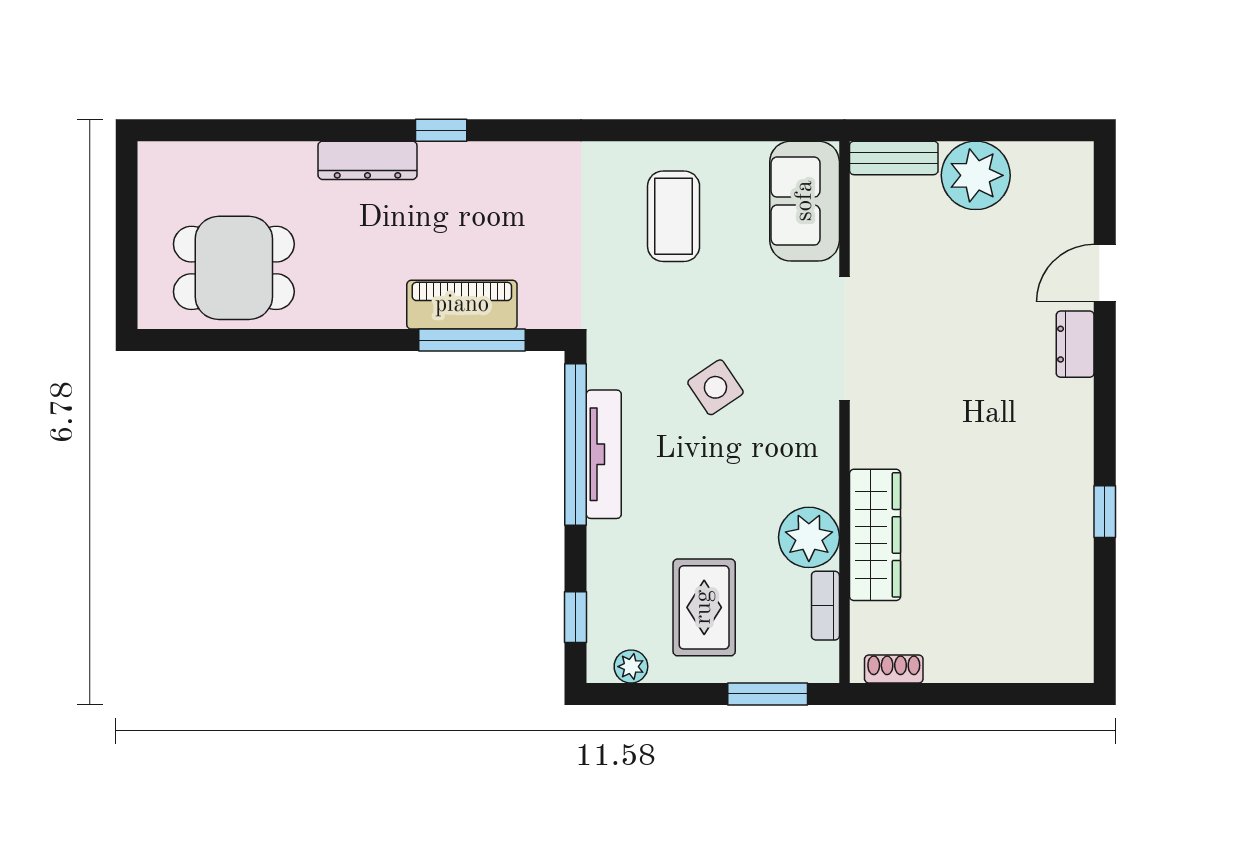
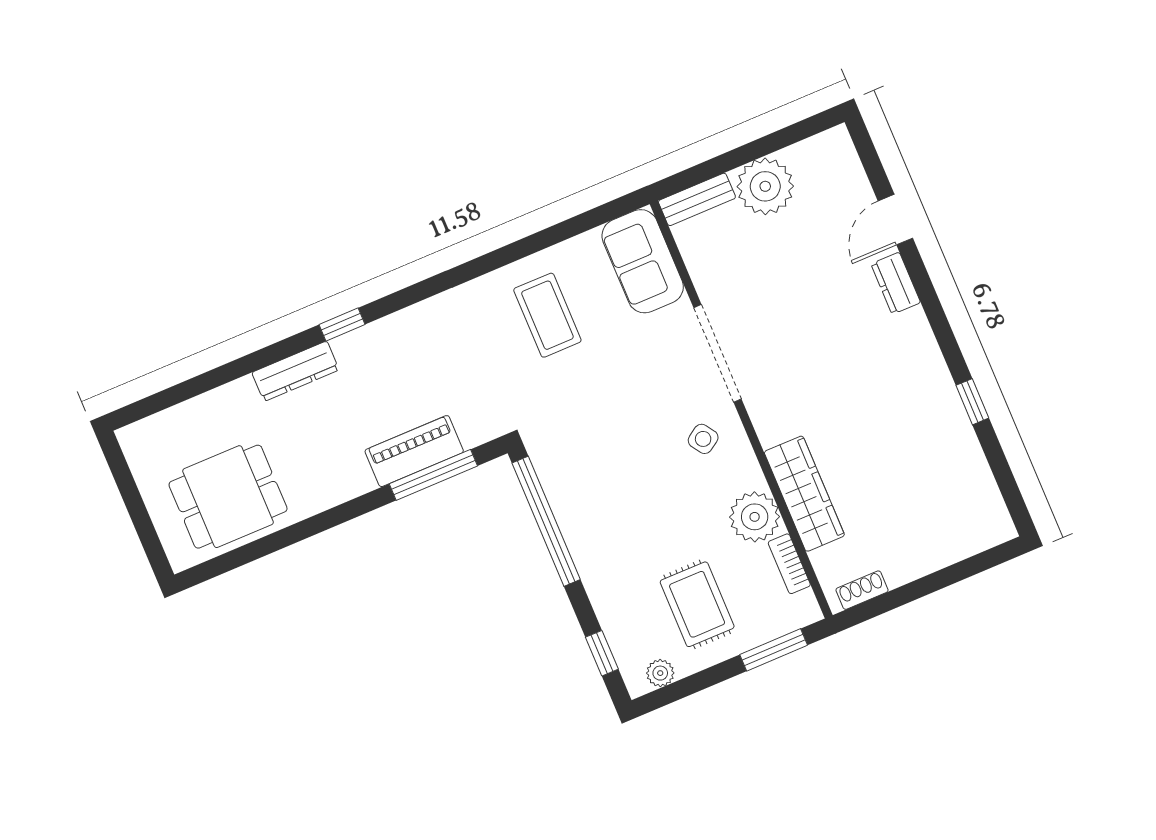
side table: (715, 387) -> (703, 439), moved, width x0.73, depth x0.73
tv unit: (604, 454) -> (571, 520), removed

